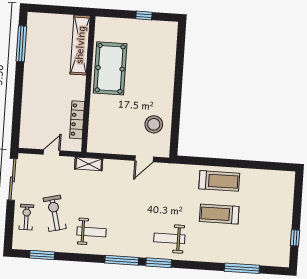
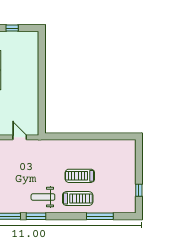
stool: (154, 124) -> (25, 111), removed
door: (144, 159) -> (20, 137), swing flipped
treadmill: (219, 181) -> (78, 199), moved

